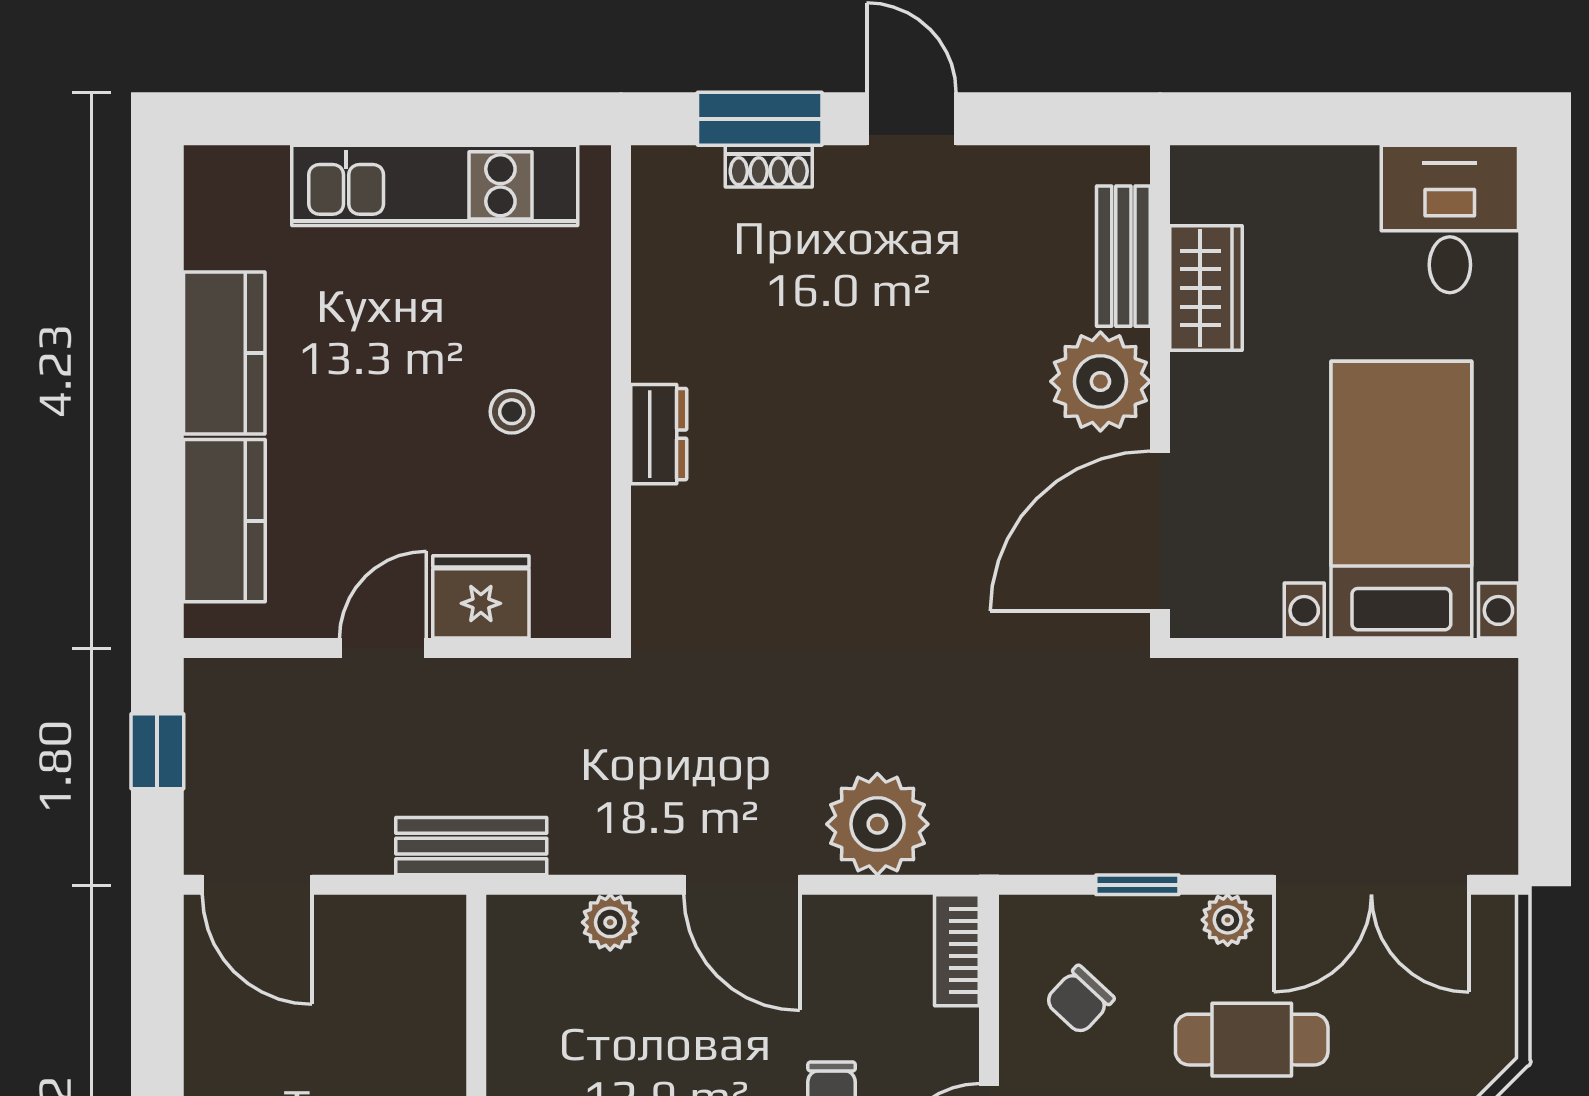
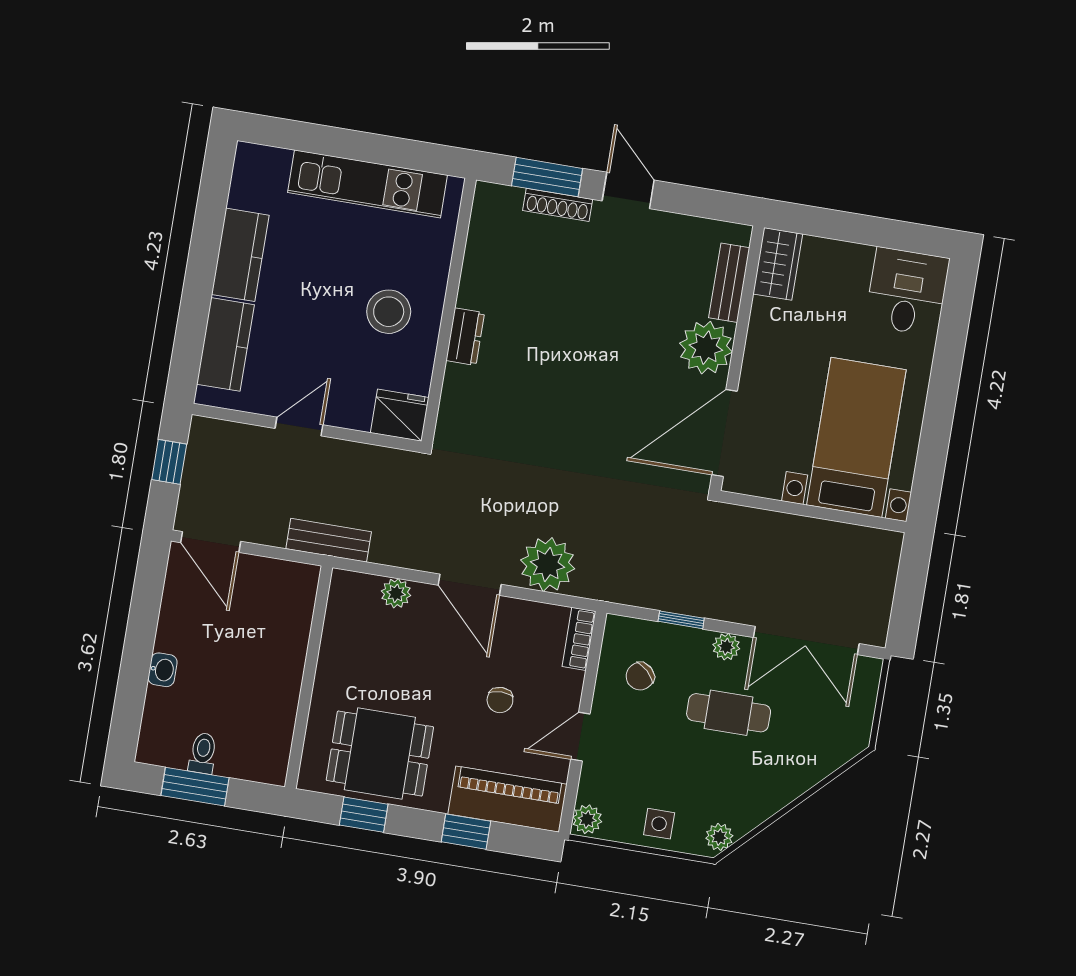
shoe rack: (769, 166) -> (558, 205), width x1.43
wardrobe: (1206, 288) -> (778, 264), moved
stool: (512, 412) -> (389, 312), width x1.89, depth x1.89
fridge: (481, 597) -> (400, 415), moved

